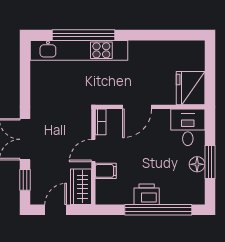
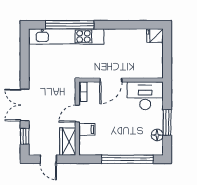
fridge: (191, 88) -> (155, 36), moved, width x0.53, depth x0.75
desk: (188, 127) -> (145, 96), width x1.37
floor lamp: (197, 164) -> (157, 135), moved
printer: (147, 194) -> (118, 147), removed
door: (56, 210) -> (48, 159), swing flipped

